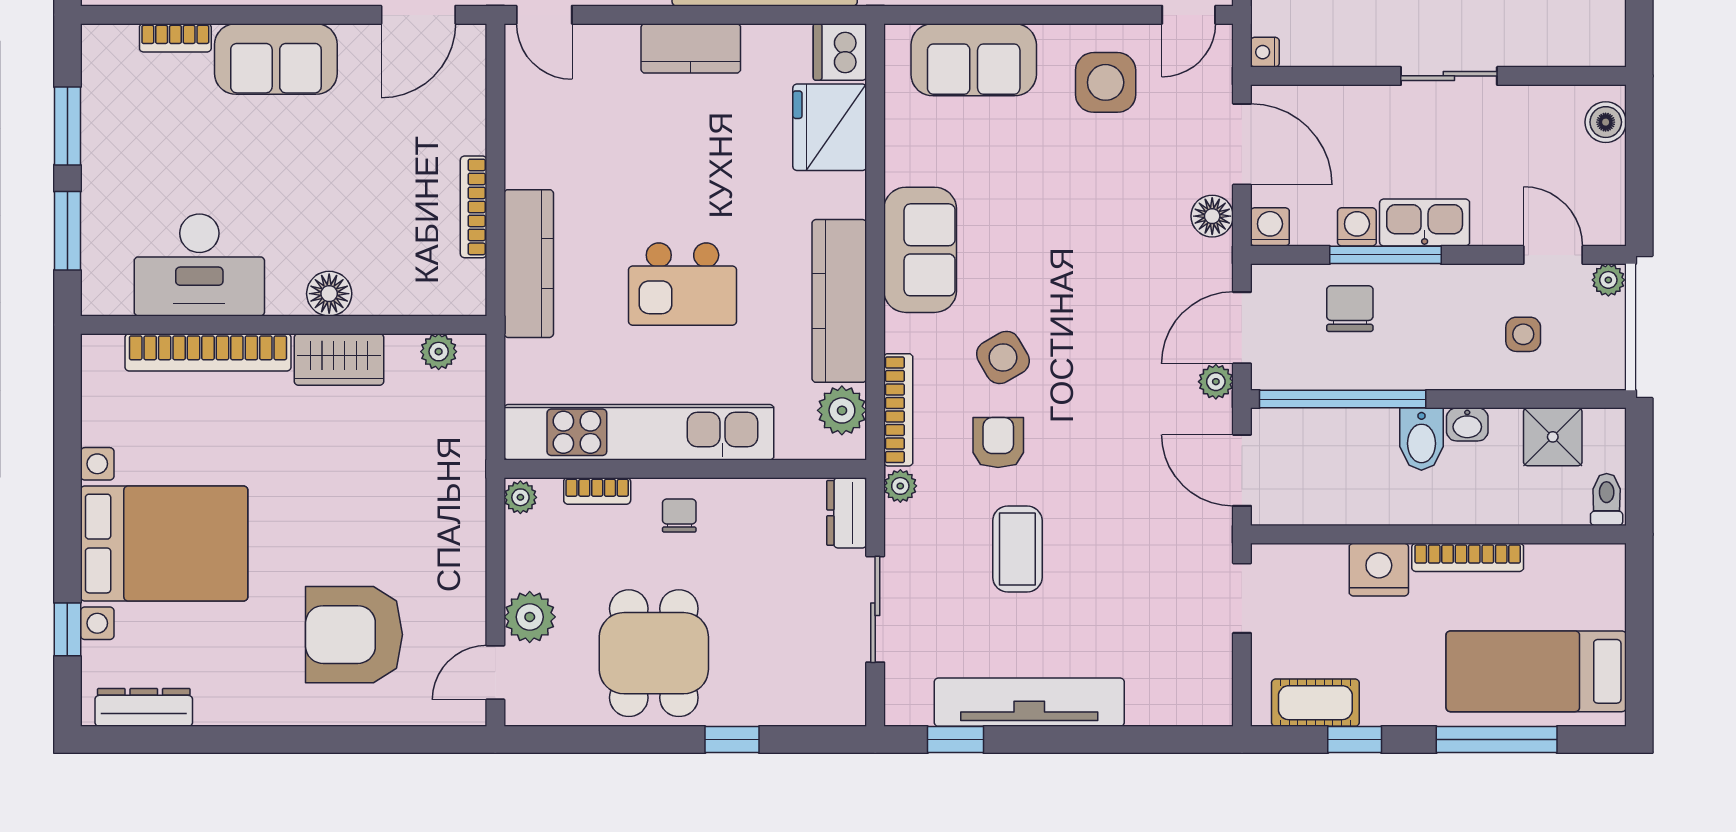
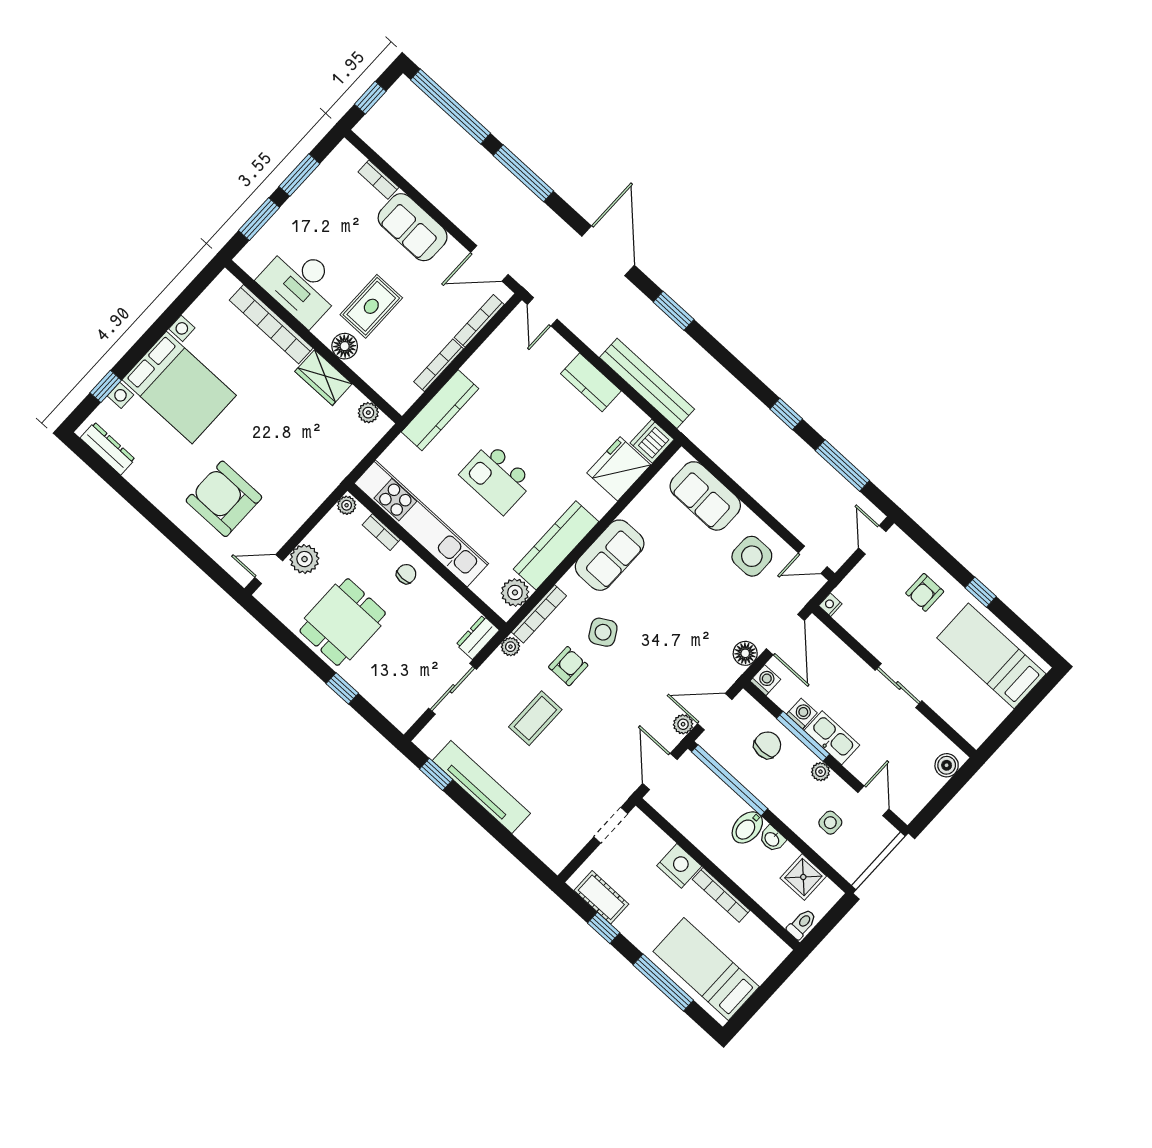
bookcase: (474, 101) -> (479, 321), added
rug: (316, 210) -> (371, 306), added
plant: (1608, 280) -> (821, 772), moved

